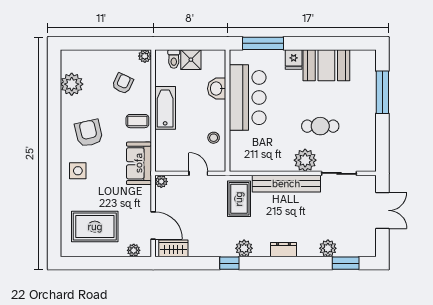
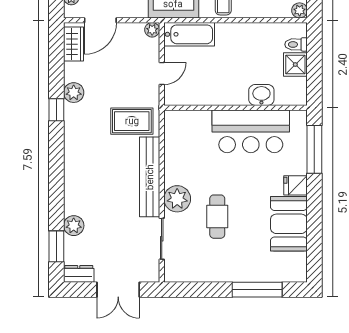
bathtub: (165, 108) -> (189, 34), moved
stool: (214, 138) -> (204, 91), removed
plant: (244, 248) -> (74, 93), moved
dresser: (283, 250) -> (79, 274), moved, turned -90

